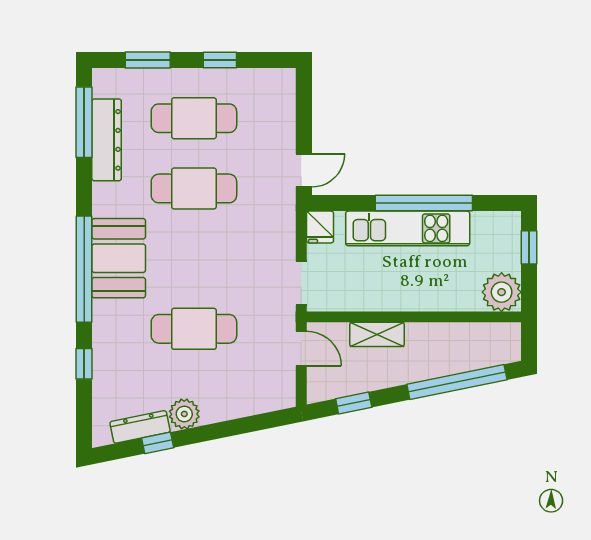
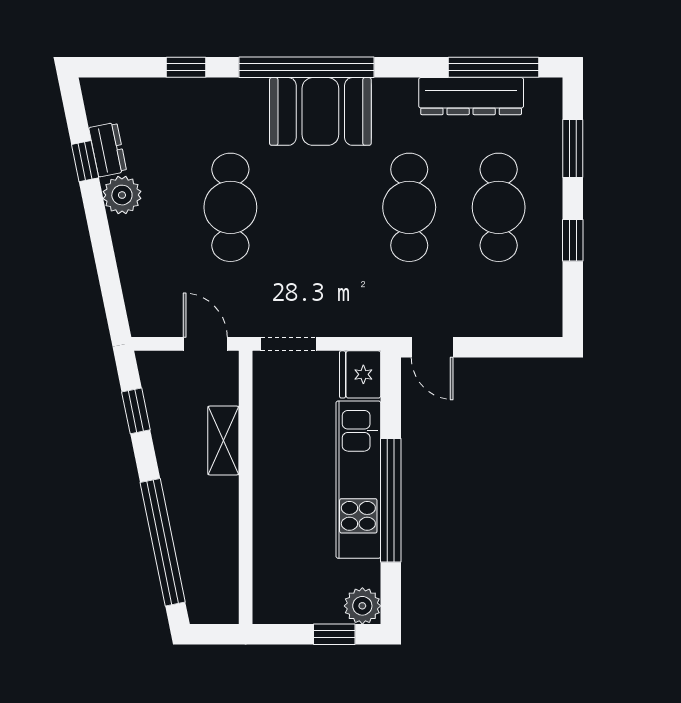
fridge: (320, 227) -> (360, 374), width x1.38
plant: (502, 292) -> (362, 606), moved, width x0.73, depth x0.73
door: (301, 349) -> (205, 344), swing flipped
dresser: (140, 427) -> (108, 150), width x0.70

